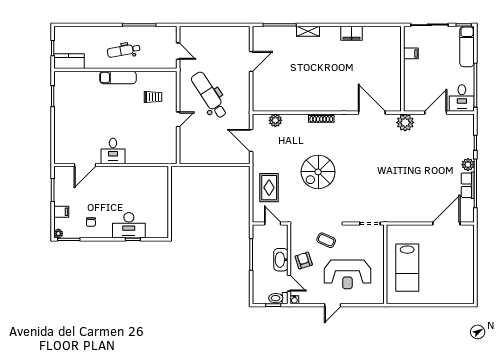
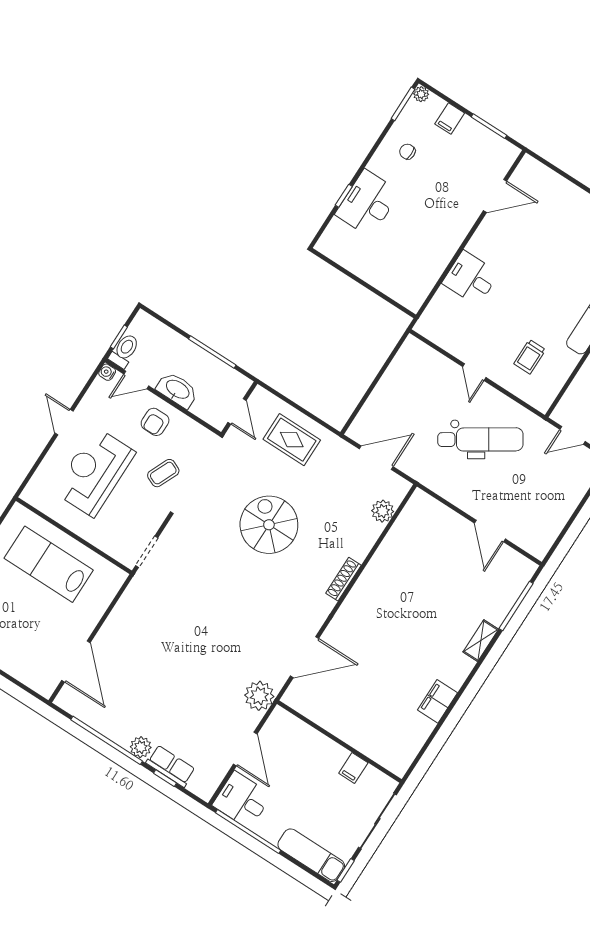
desk: (113, 151) -> (471, 278), moved
door: (85, 165) -> (495, 196), swing flipped
row of seats: (468, 185) -> (171, 766), moved
door: (273, 223) -> (237, 411), hinge flipped
armchair: (304, 260) -> (155, 422), turned 108

